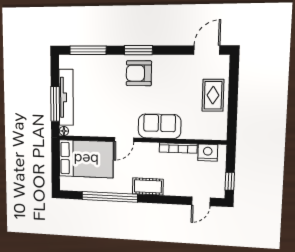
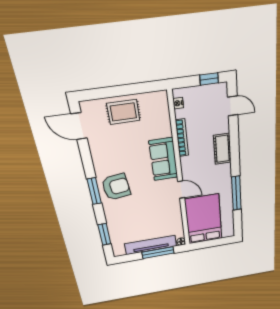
window: (88, 50) -> (104, 234), width x0.69
armchair: (139, 73) -> (116, 187), turned -97
nightstand: (208, 153) -> (178, 103), width x0.53, depth x0.56
cot: (148, 186) -> (222, 149), moved
window: (110, 197) -> (236, 193), width x0.68

